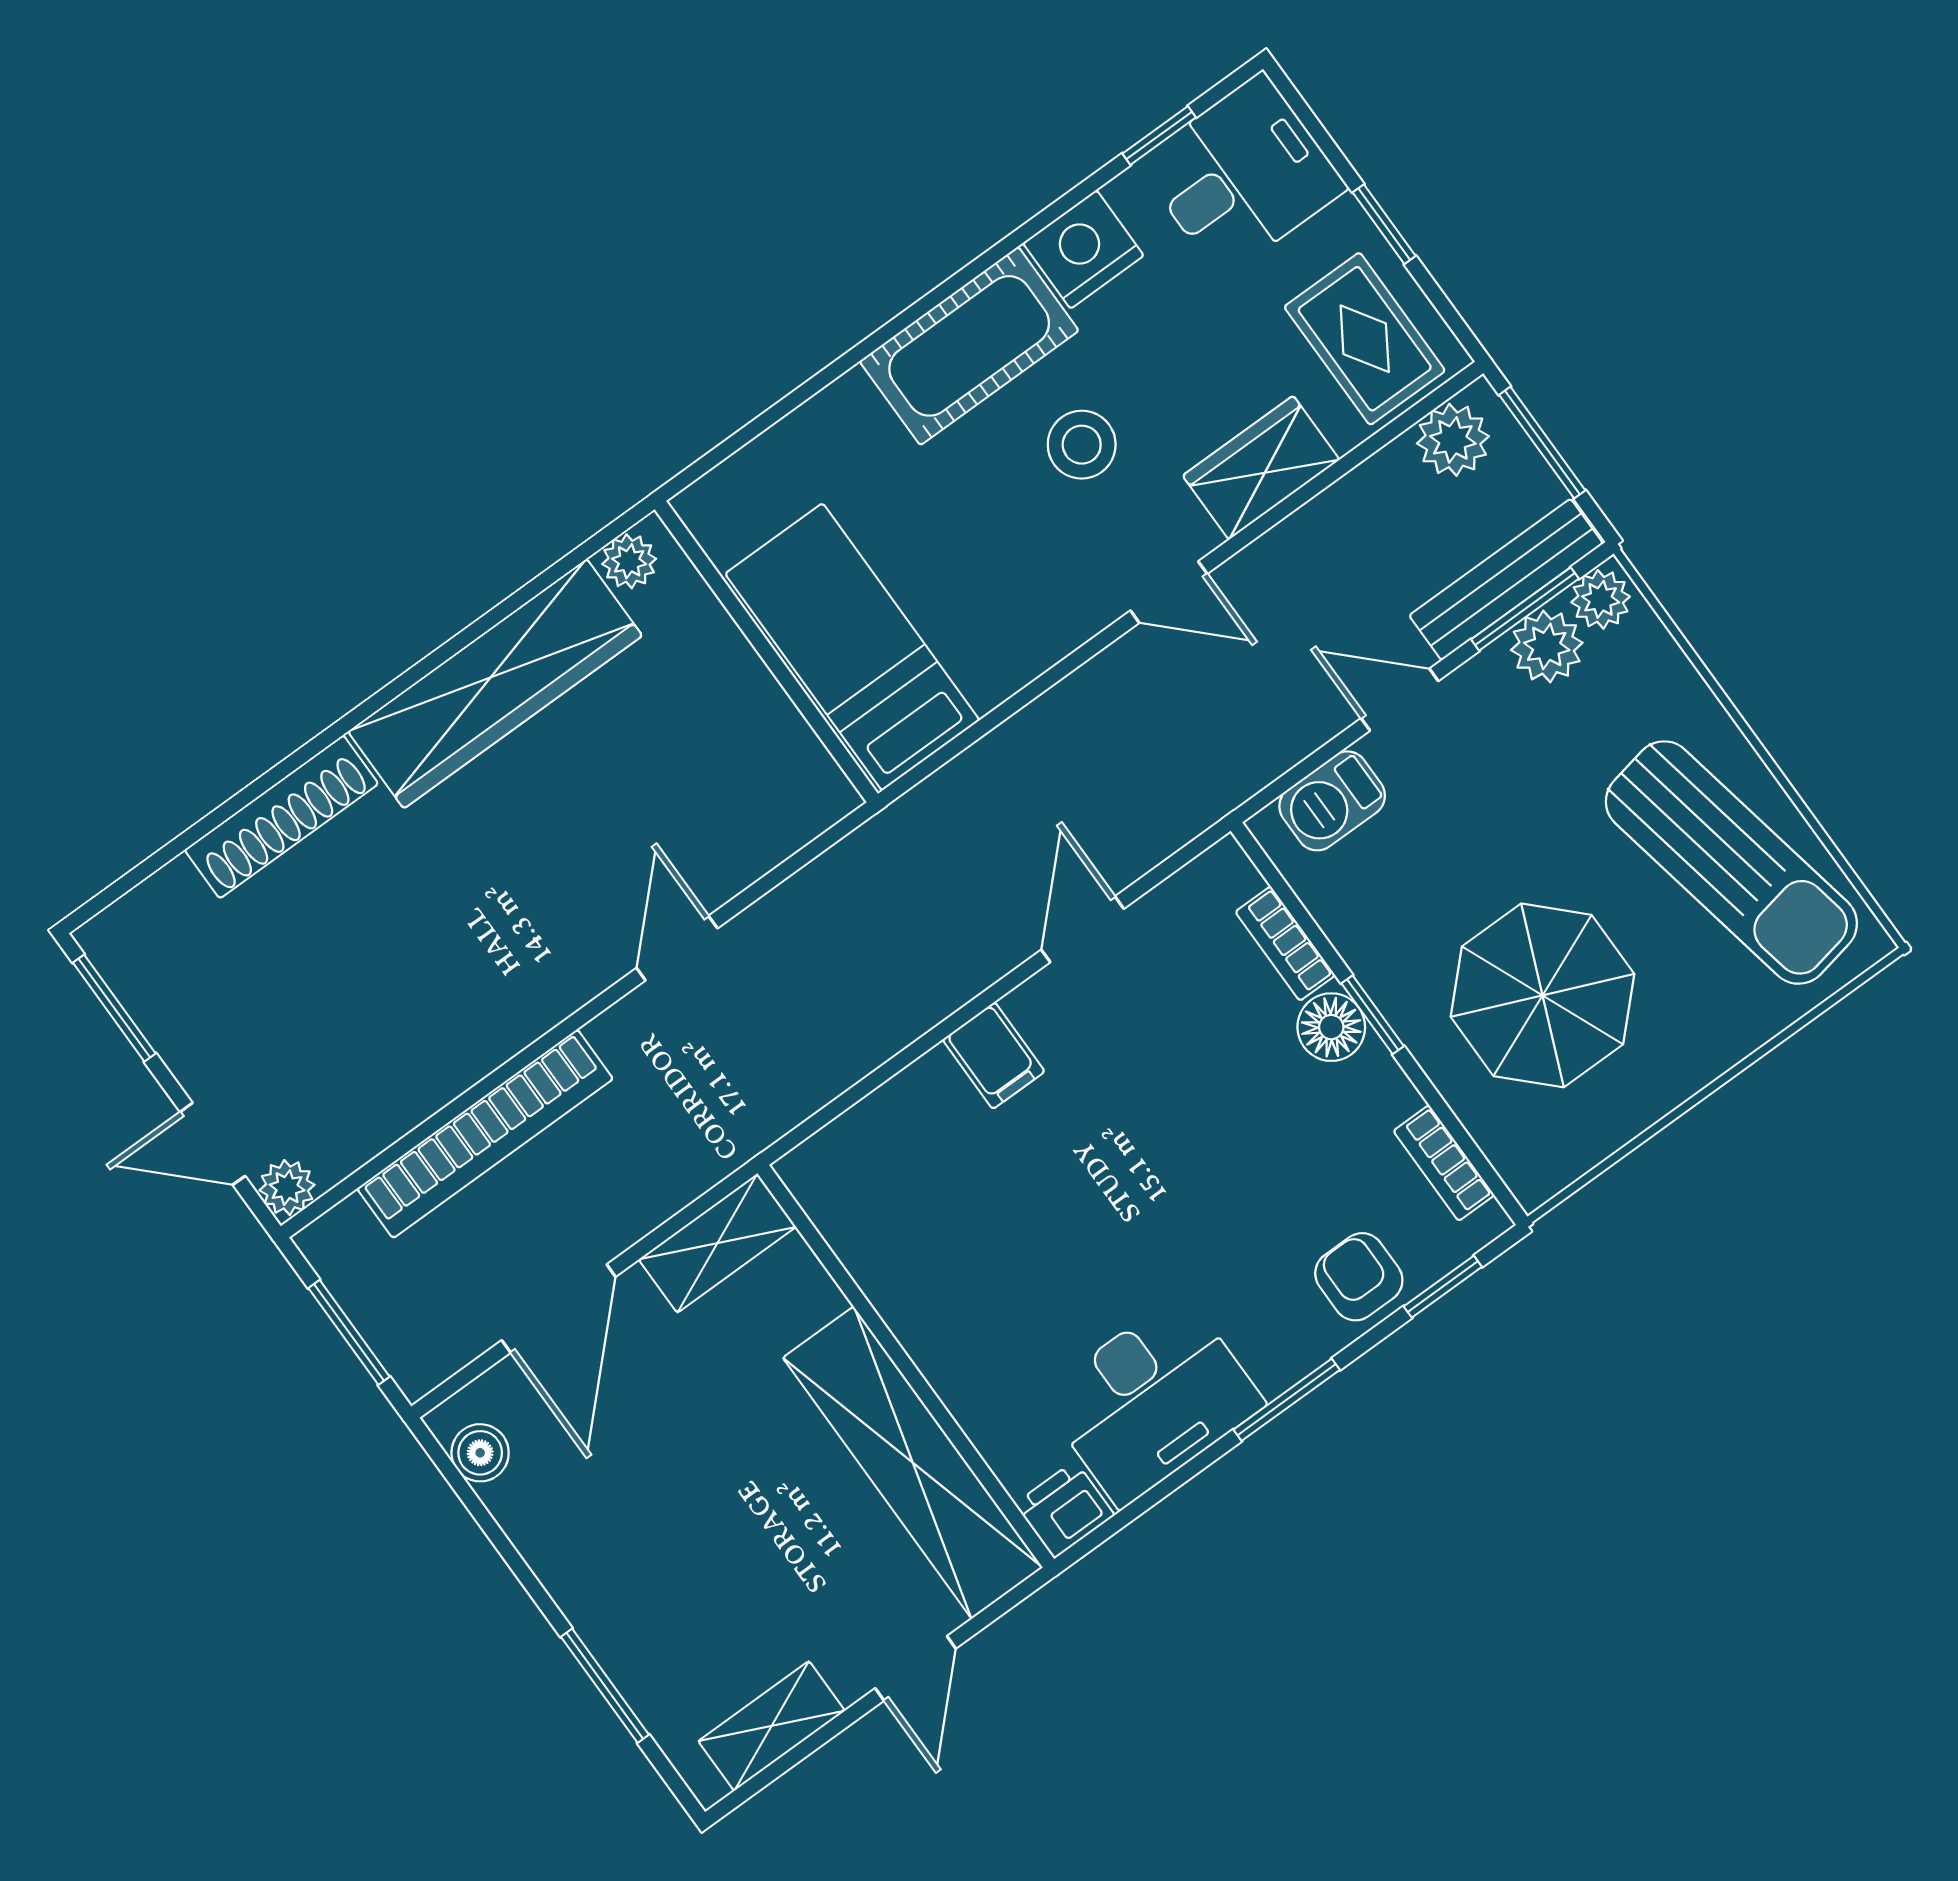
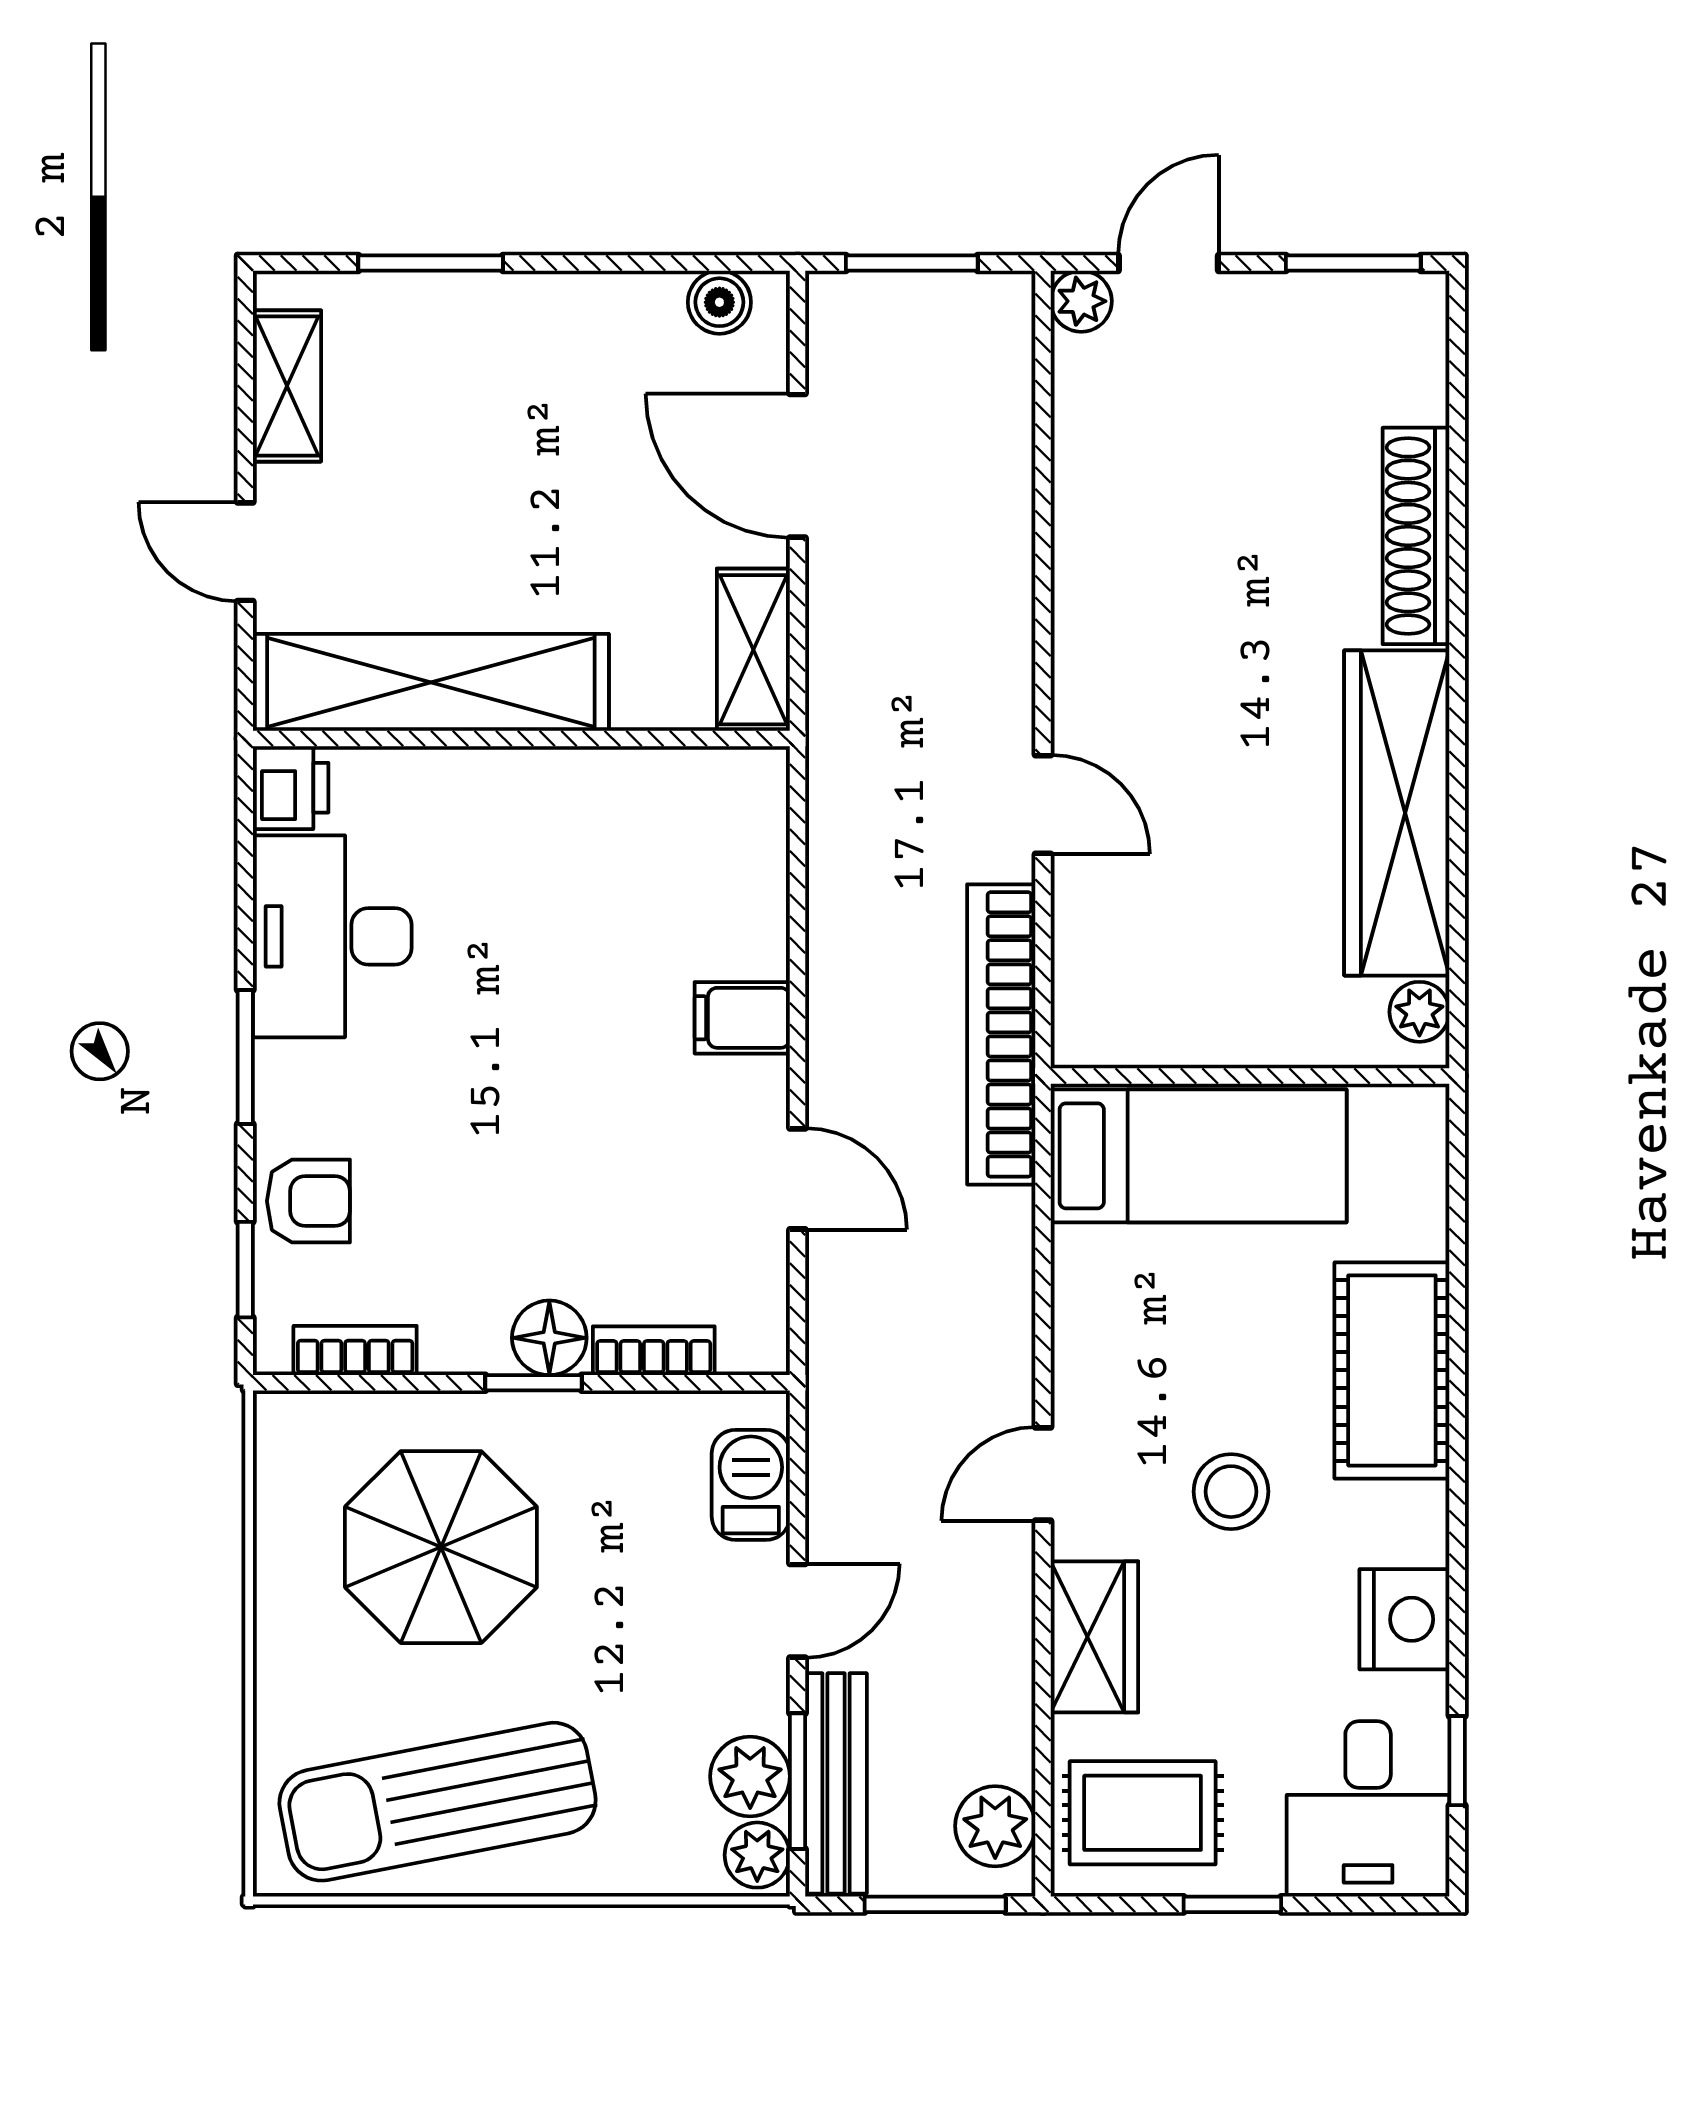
cot: (969, 346) -> (1392, 1370), moved
bookcase: (485, 1134) -> (1001, 1034), moved

